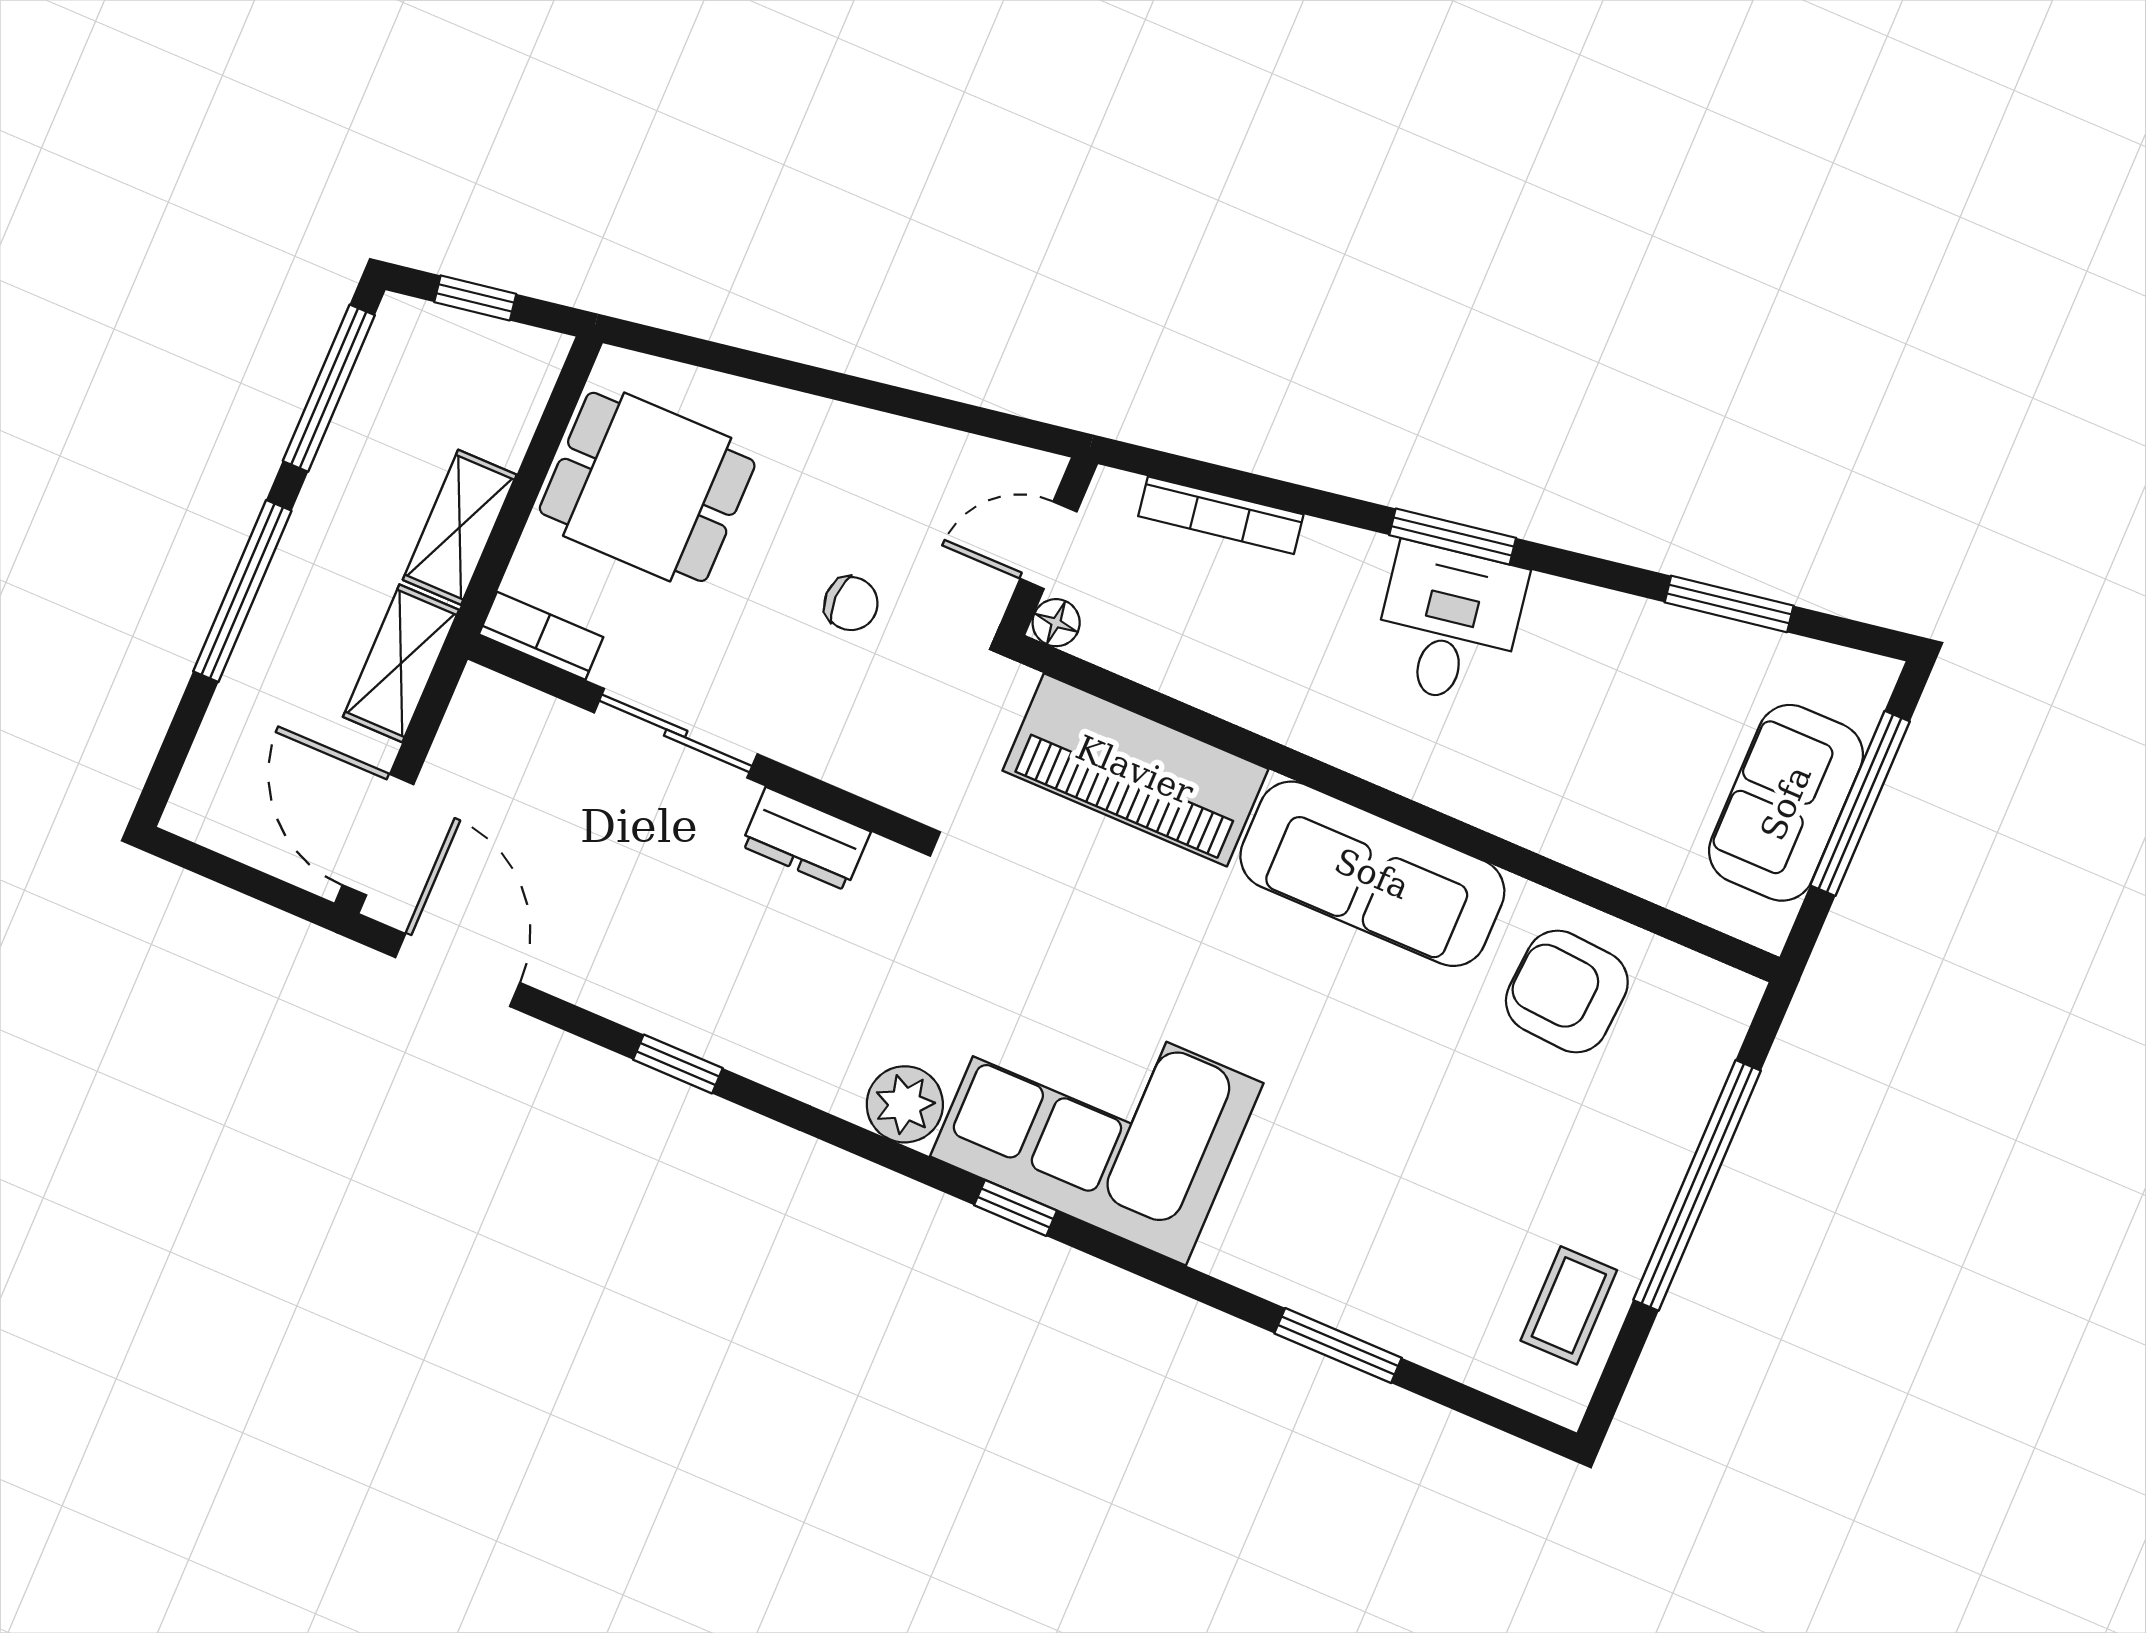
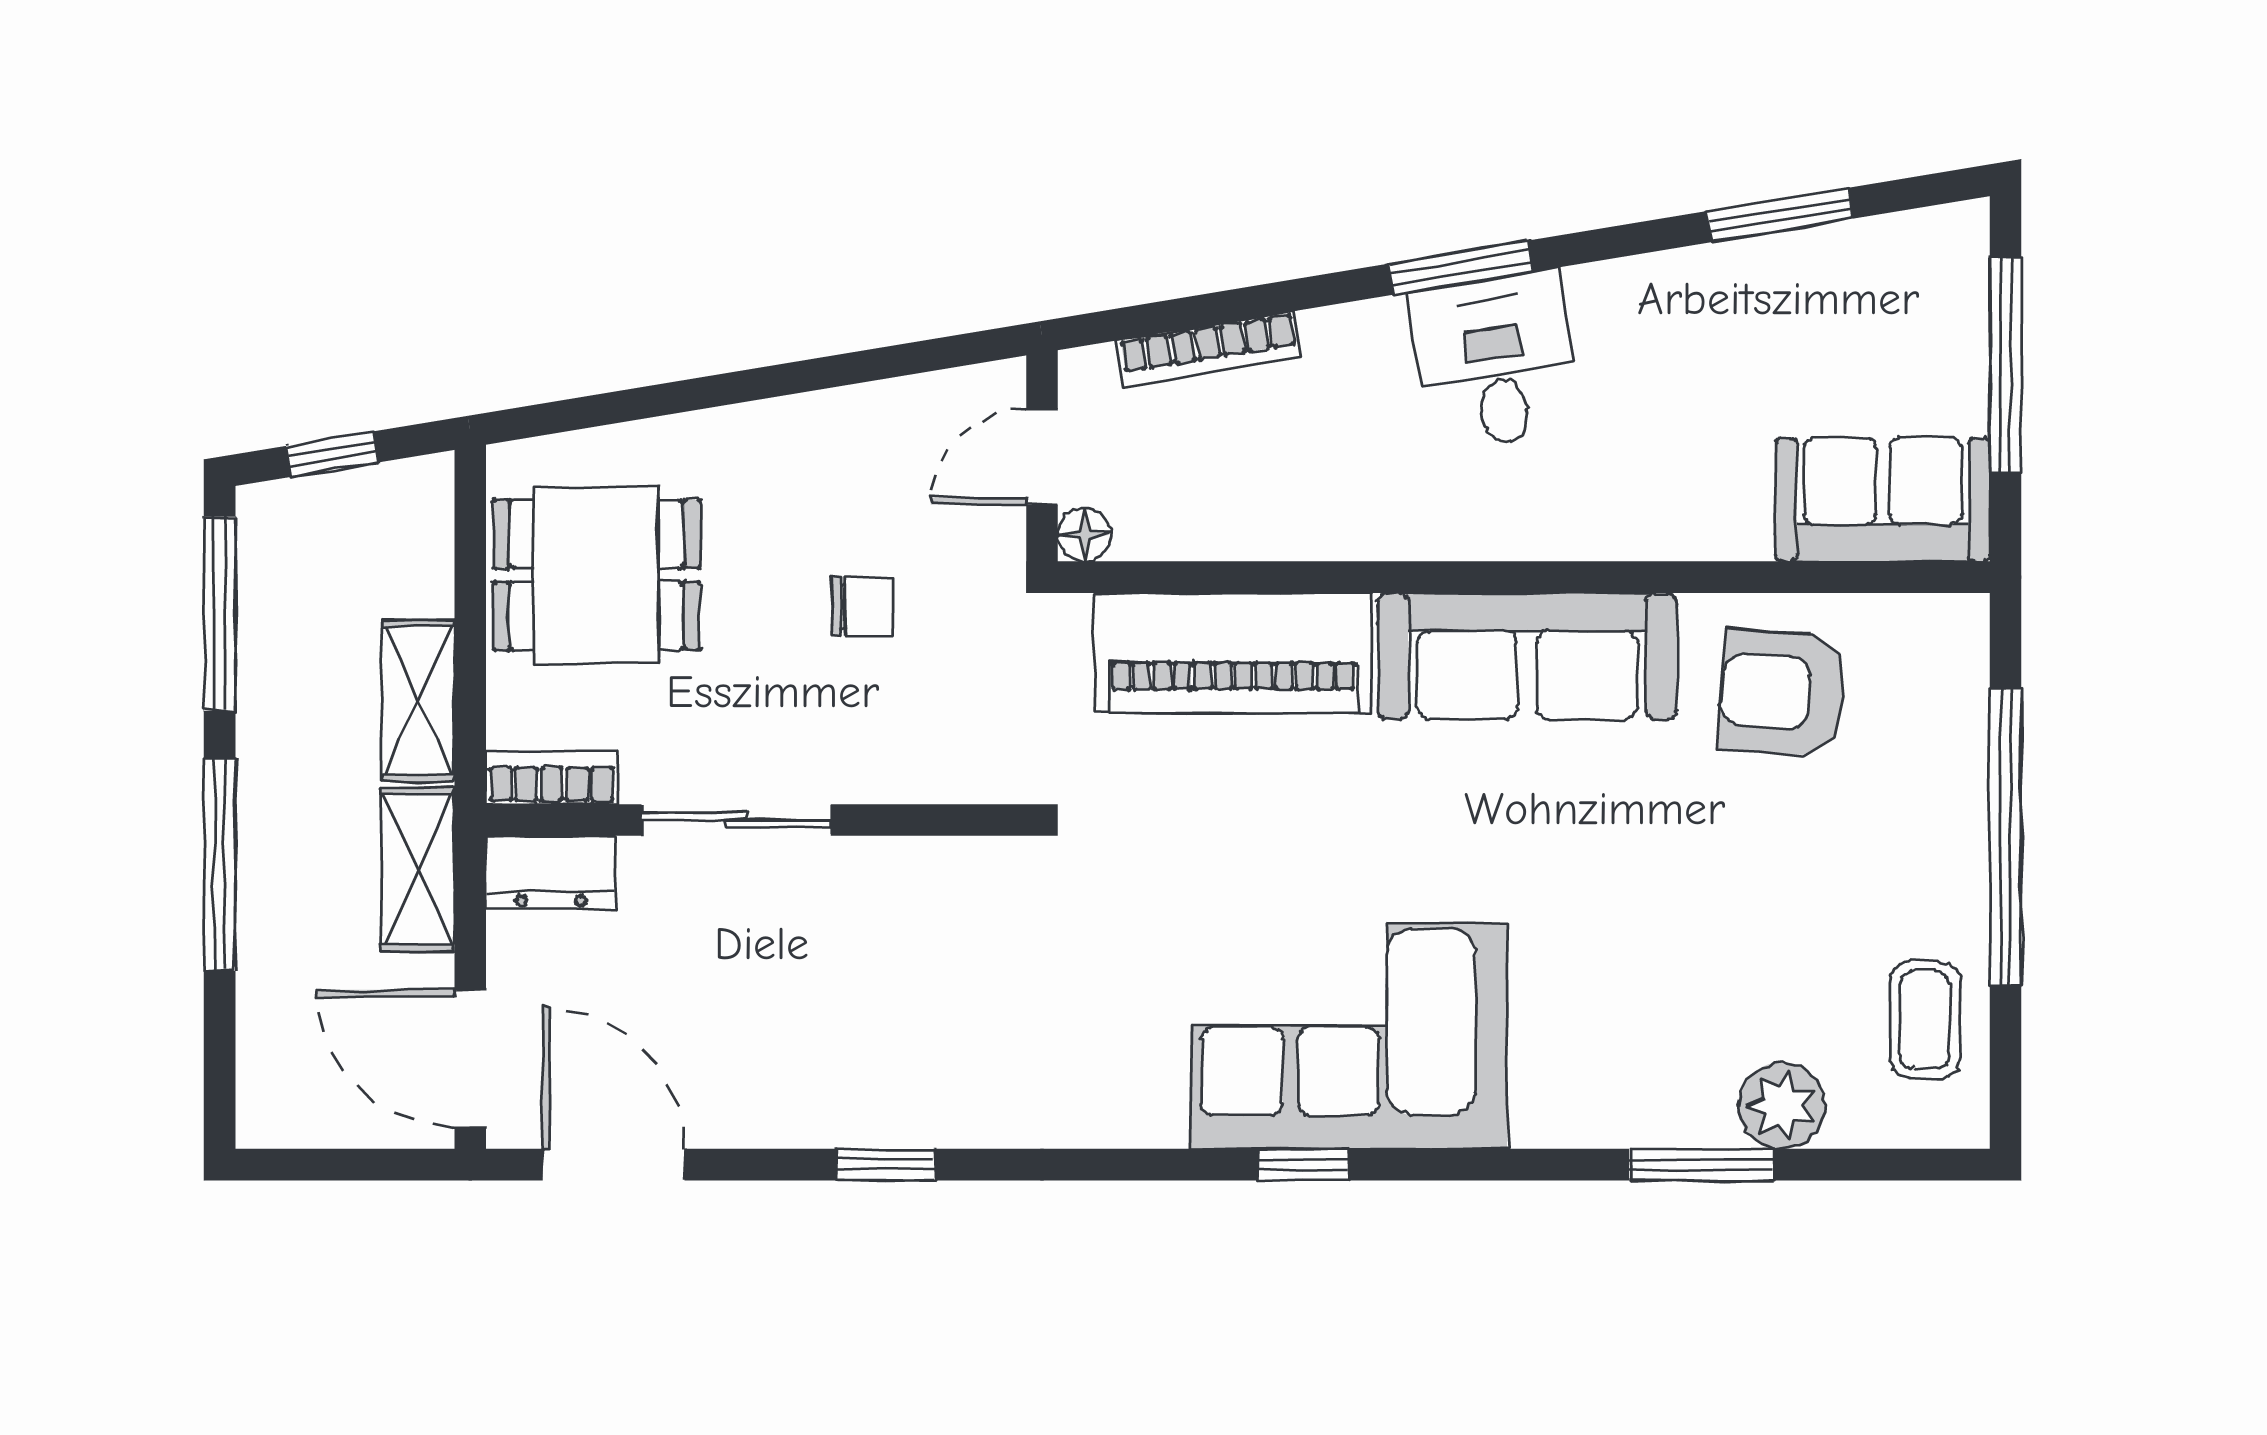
sofa: (1786, 803) -> (1883, 499), moved, turned 90
dresser: (806, 839) -> (551, 872), moved
plant: (905, 1104) -> (1782, 1106), moved

